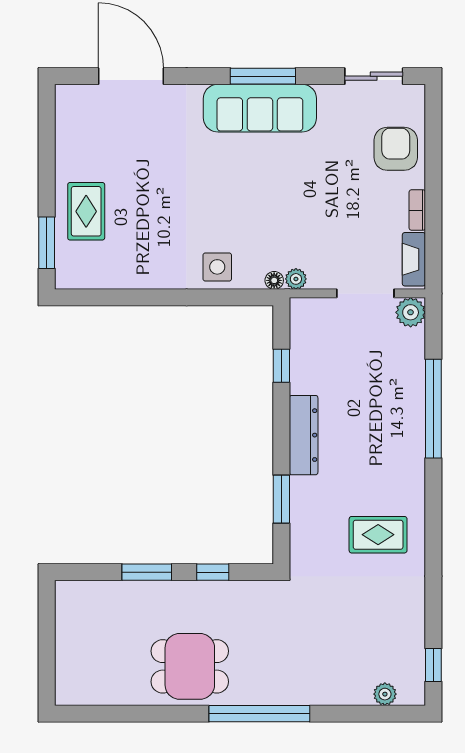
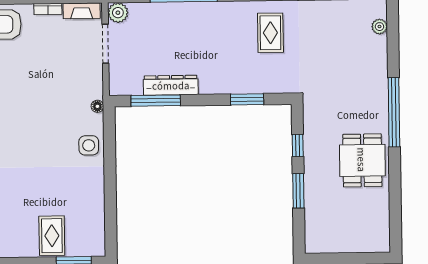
rug: (86, 211) -> (52, 236), turned 90
plant: (296, 279) -> (96, 91), removed
window: (281, 366) -> (156, 101), width x2.17
dresser: (304, 435) -> (171, 85), moved

